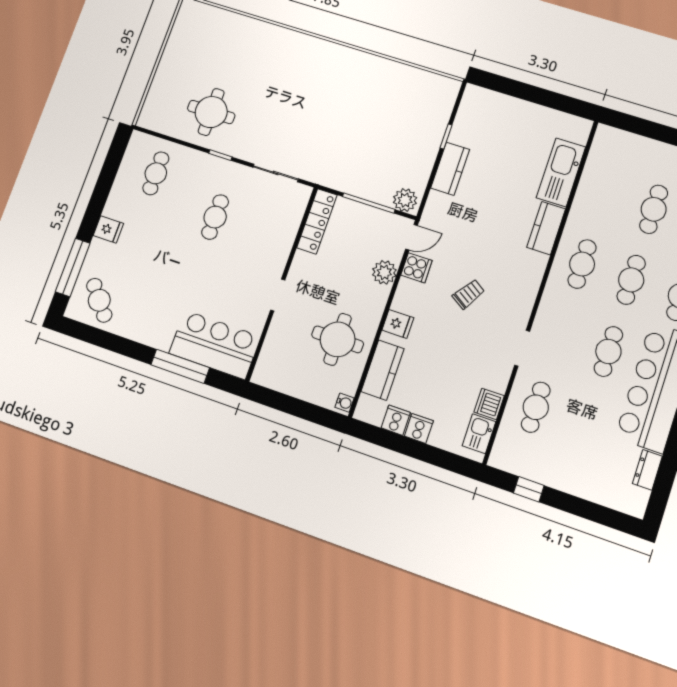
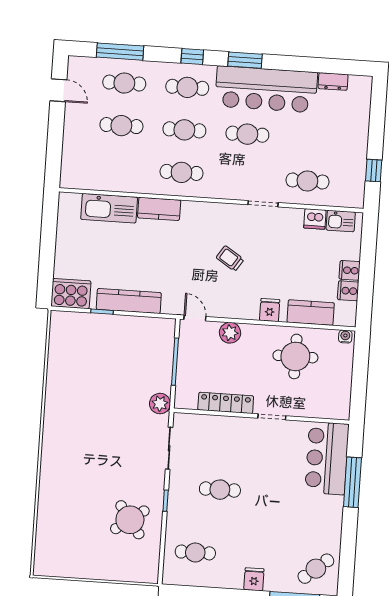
round table: (211, 112) -> (130, 520), turned -36
kitchen counter: (450, 169) -> (129, 301), width x1.50
plant: (405, 200) -> (160, 404), moved
locker: (317, 221) -> (226, 403), moved
cooker: (416, 268) -> (71, 294), moved, width x1.87, depth x1.31

